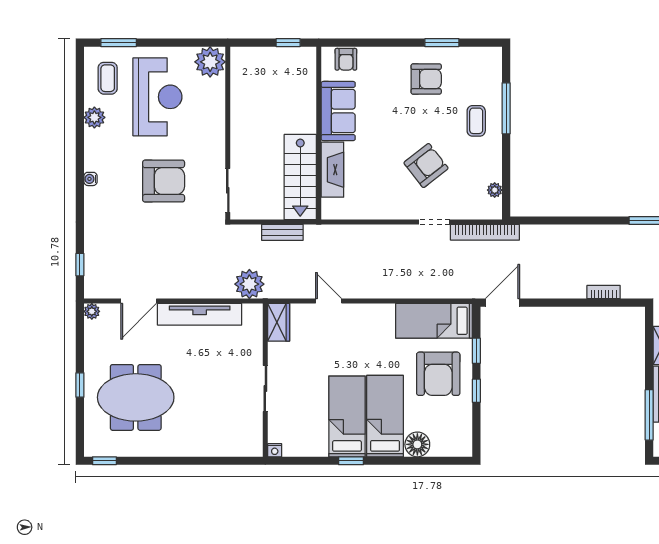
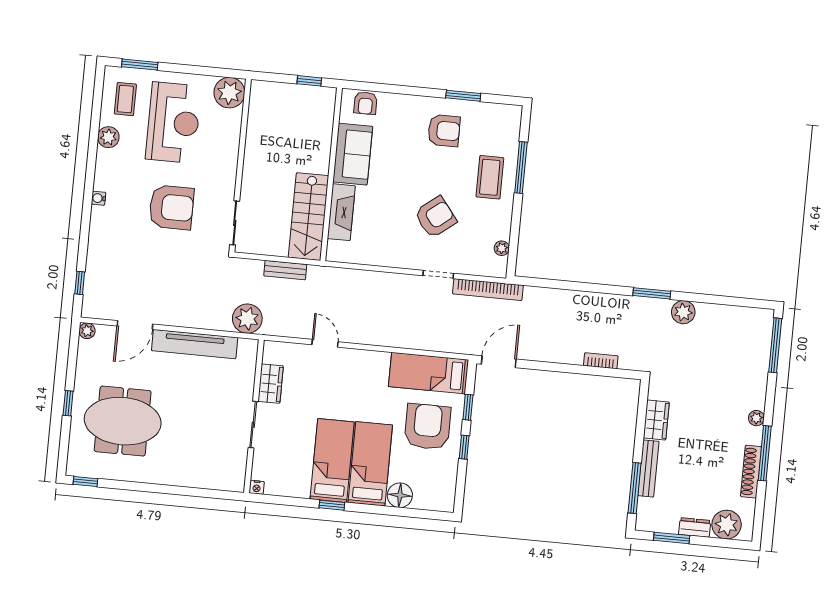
coffee table: (476, 121) -> (490, 177), width x1.36, depth x1.30
wardrobe: (279, 322) -> (271, 384), moved
armchair: (438, 374) -> (428, 427), turned 180

